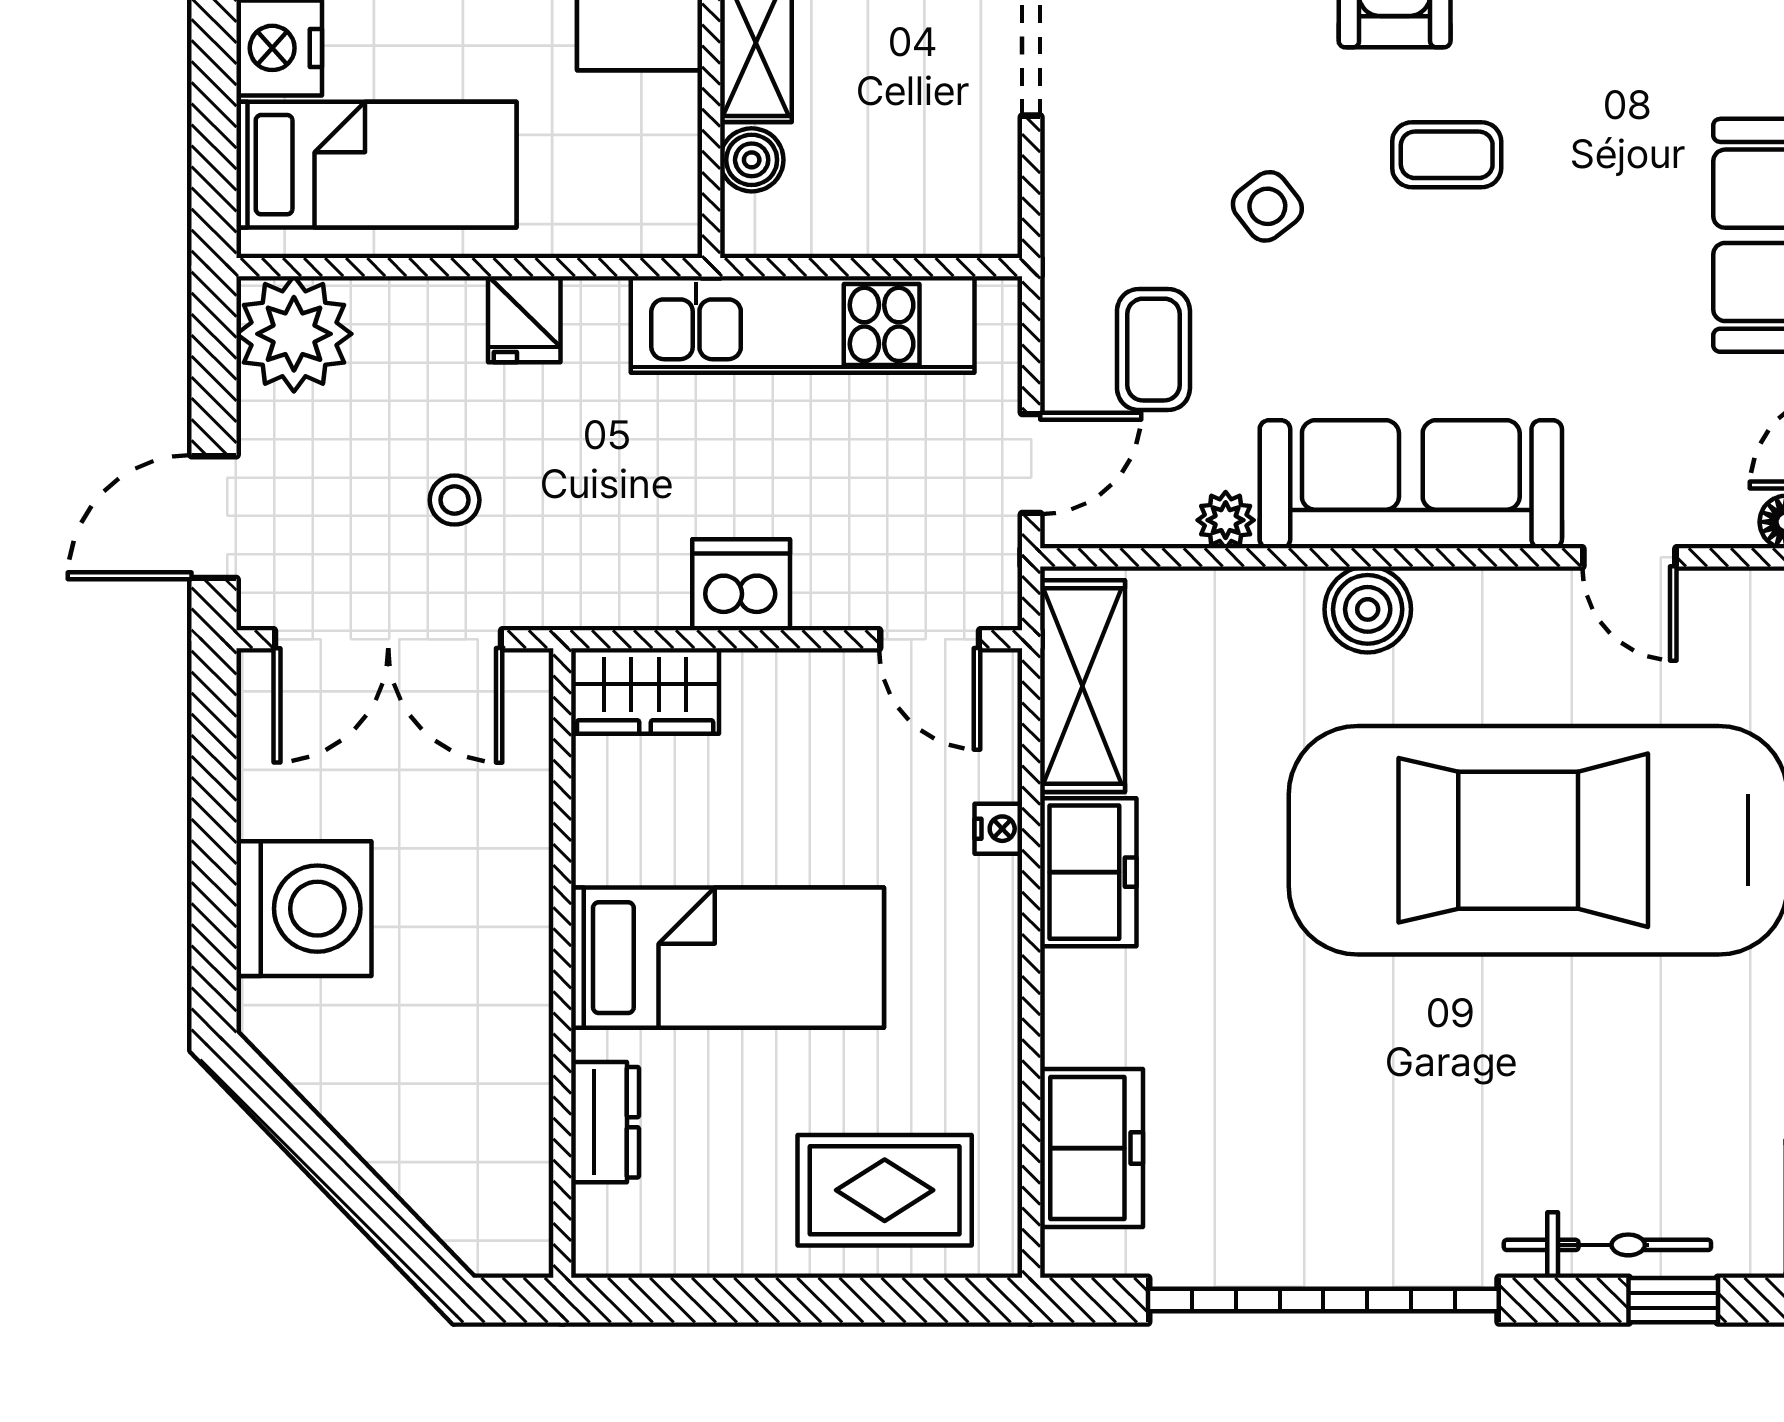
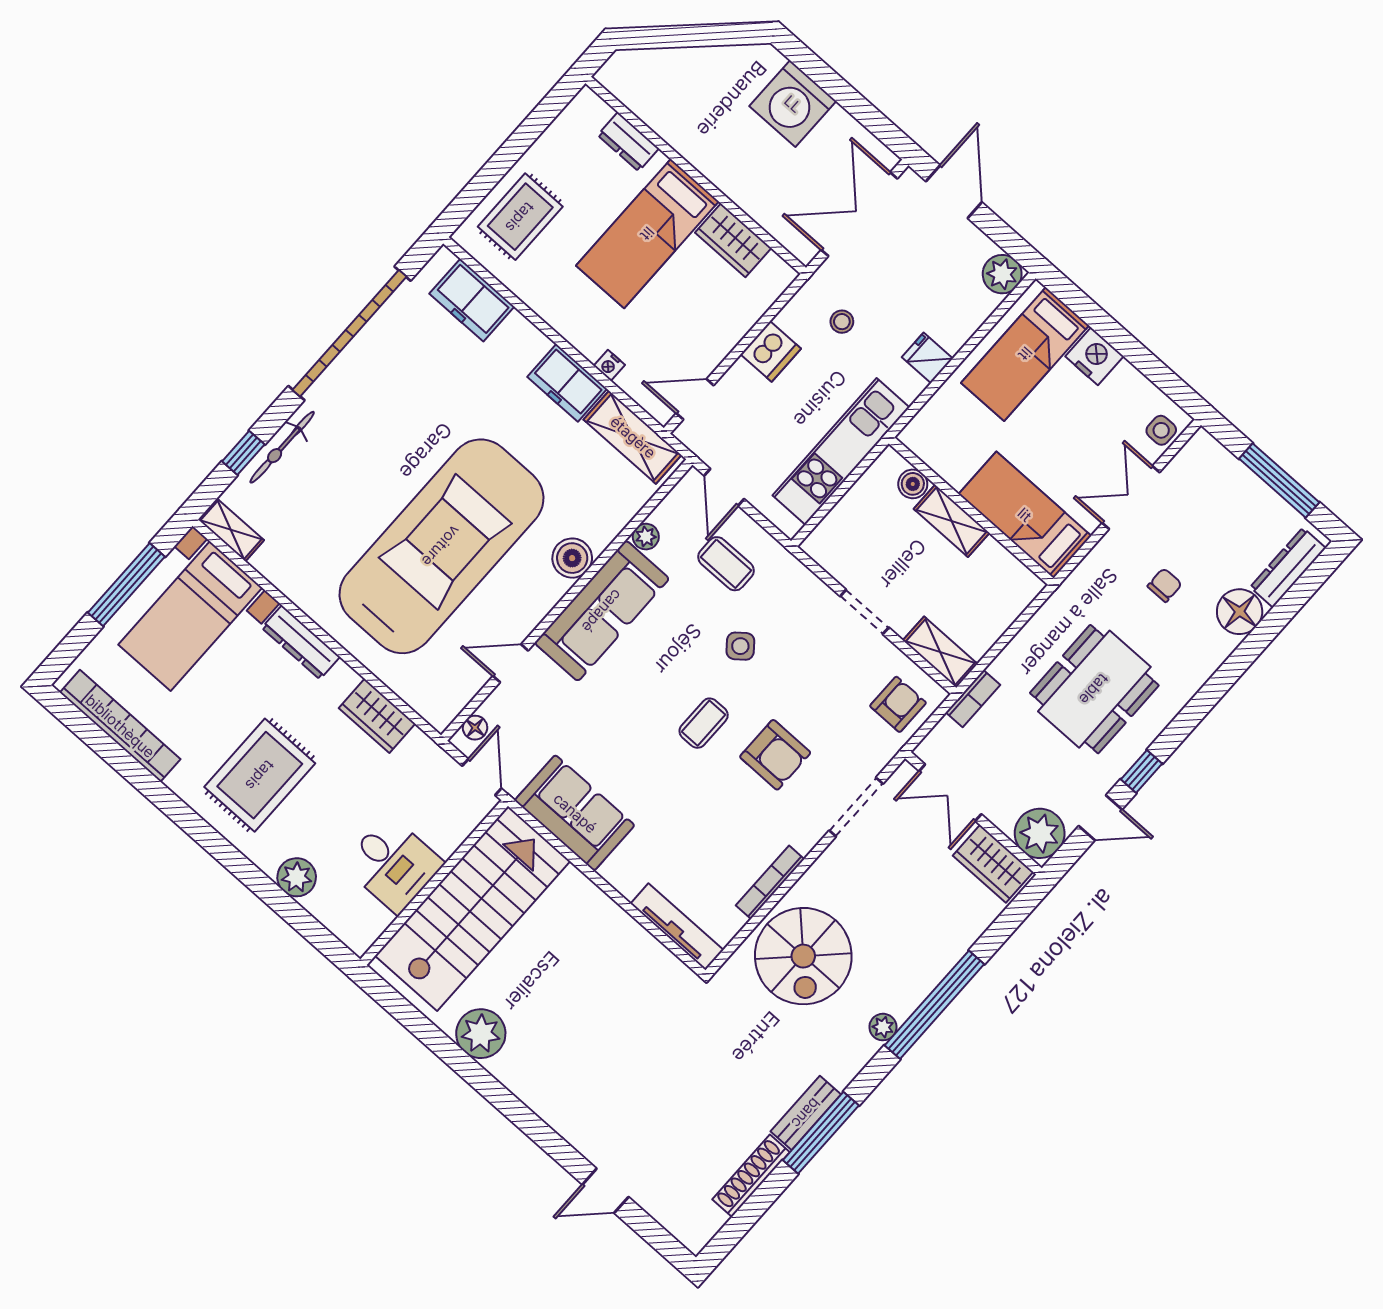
plant: (294, 334) -> (1002, 274), width x0.73, depth x0.73
stool: (455, 500) -> (842, 322), moved
wardrobe: (645, 691) -> (733, 240), moved, turned -90

